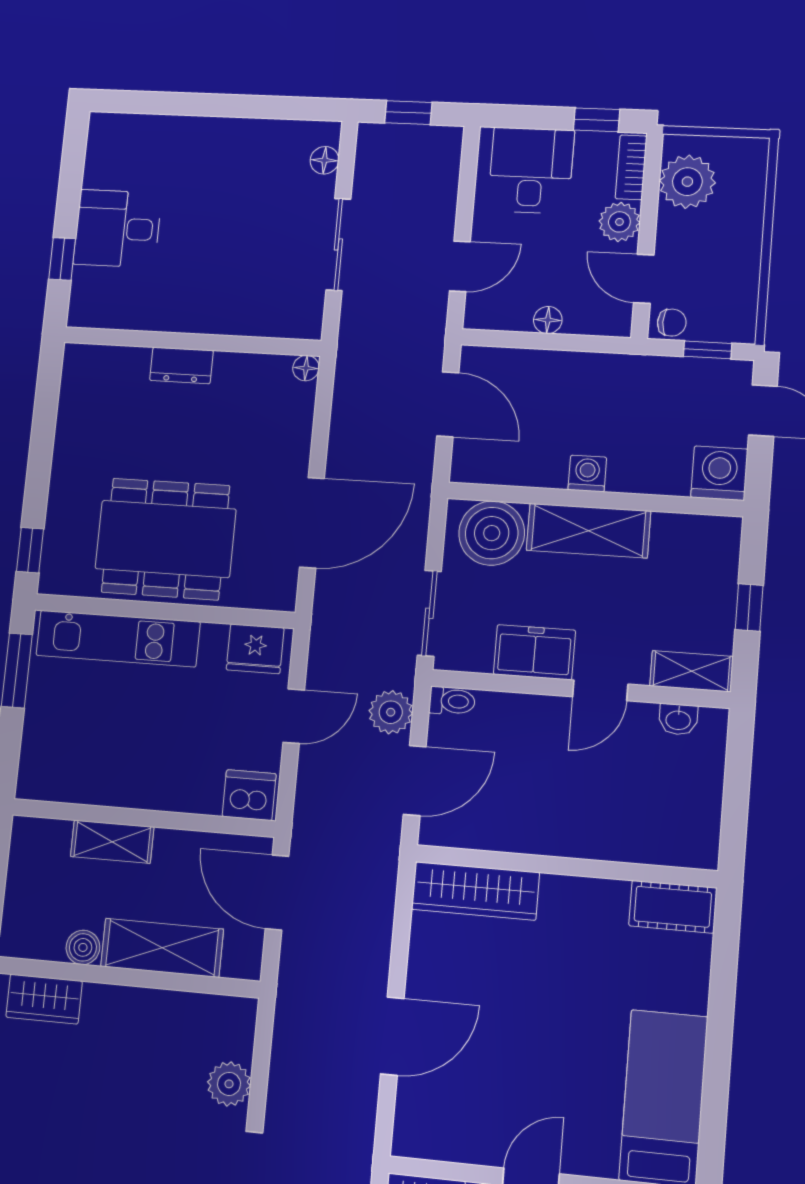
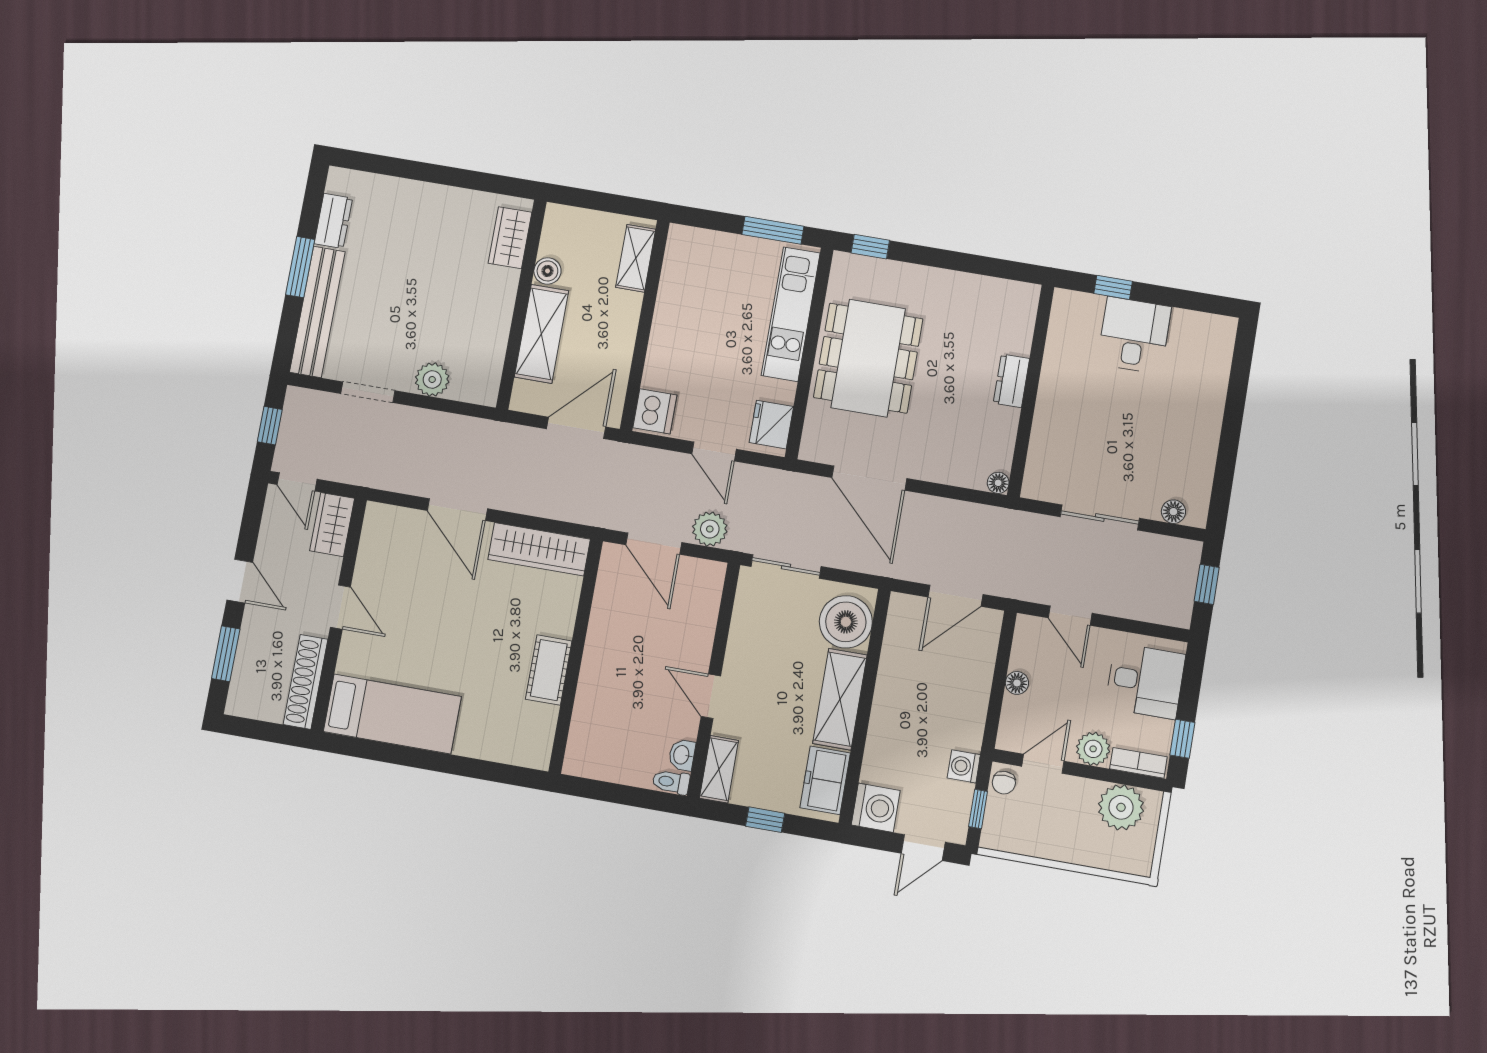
washing machine: (587, 474) -> (964, 766), moved, turned 180
freezer: (534, 652) -> (825, 780), moved, turned 180
toilet: (452, 701) -> (671, 782), moved, turned 90
shelving: (112, 842) -> (636, 258), moved
wardrobe: (475, 891) -> (539, 549), moved, turned -90
cot: (673, 907) -> (549, 670), moved

